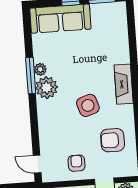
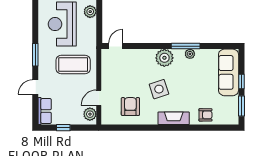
plant: (47, 88) -> (164, 58), moved
armchair: (76, 163) -> (205, 115), moved

